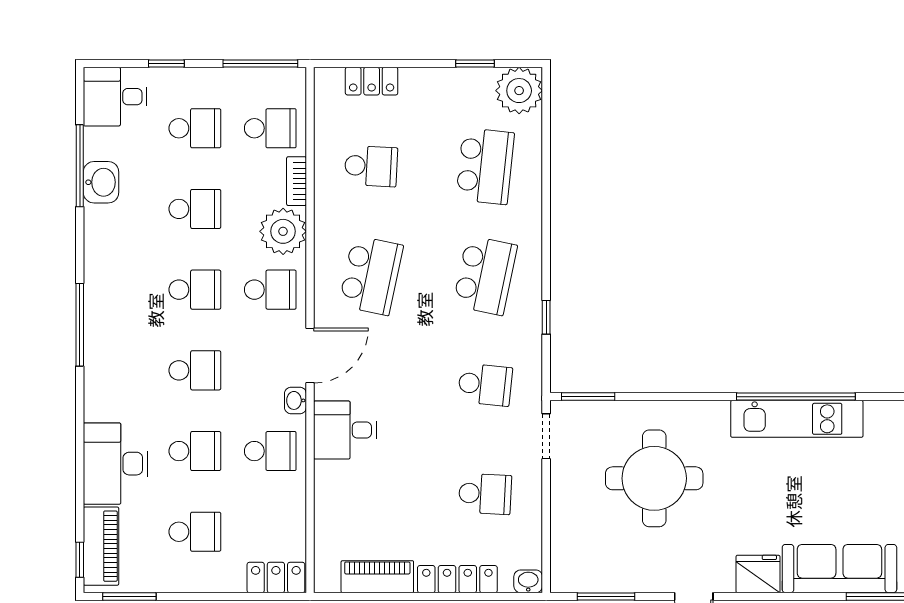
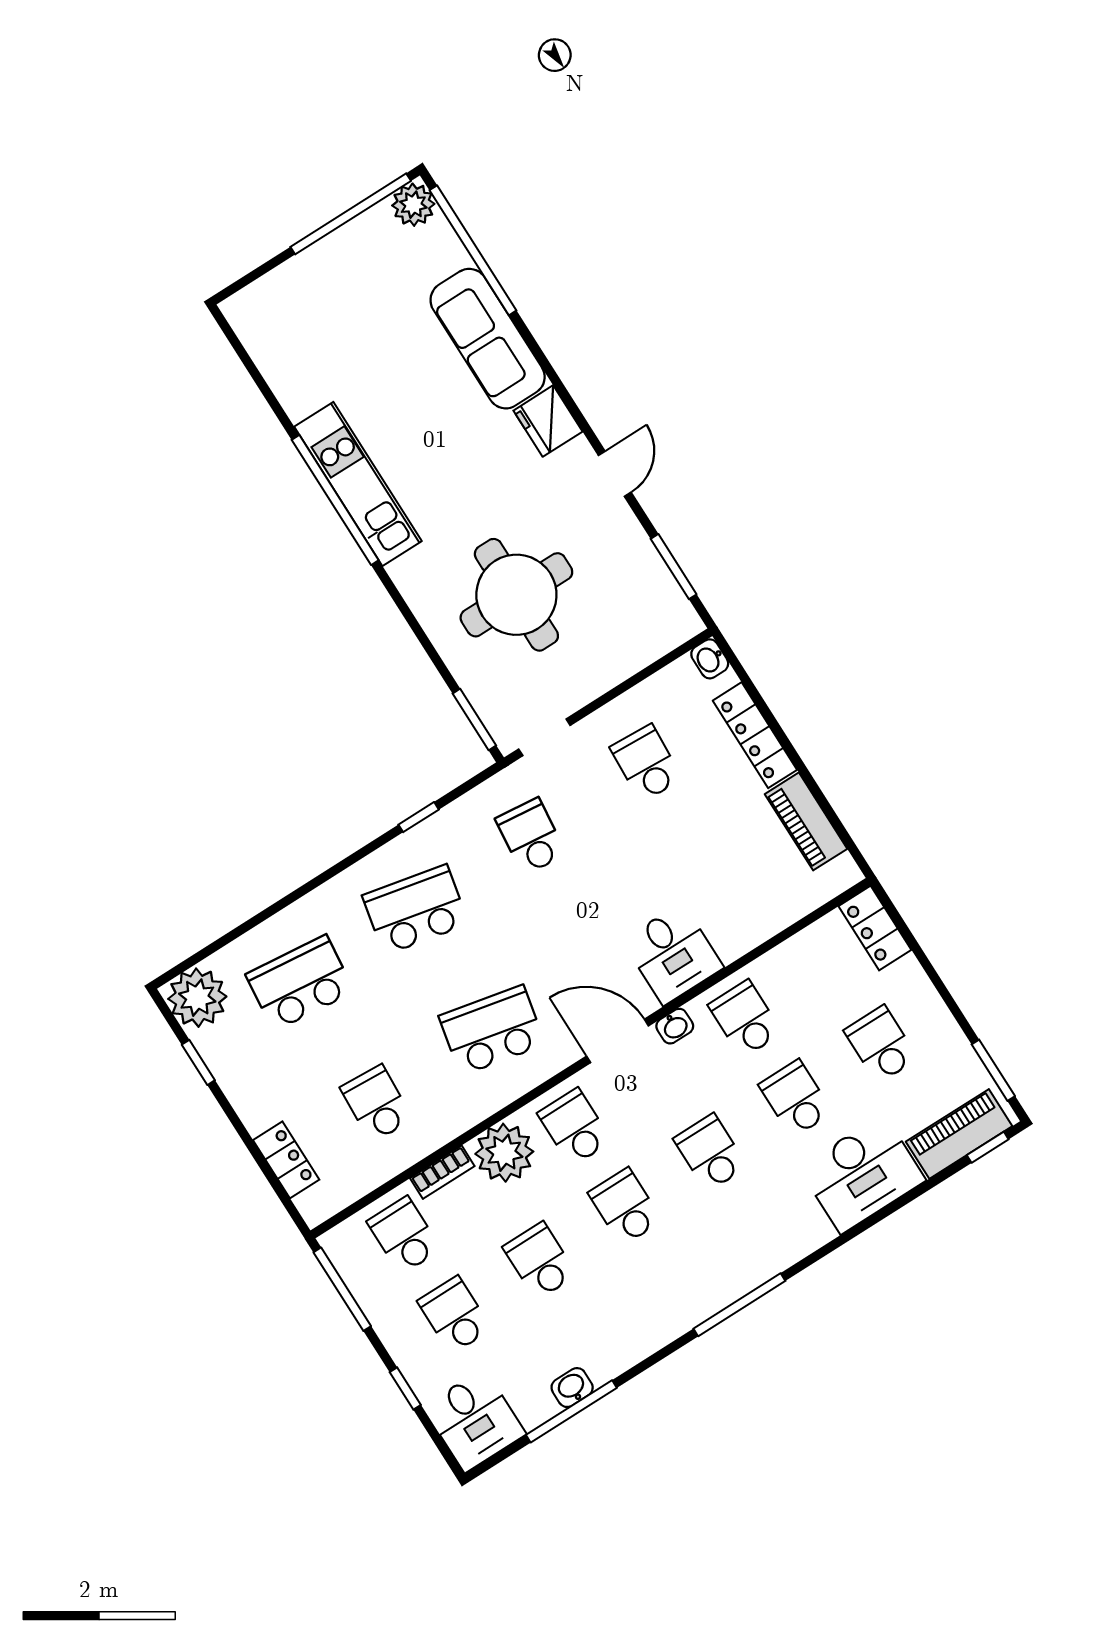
washbasin: (101, 182) -> (572, 1388), width x0.72, depth x0.69

